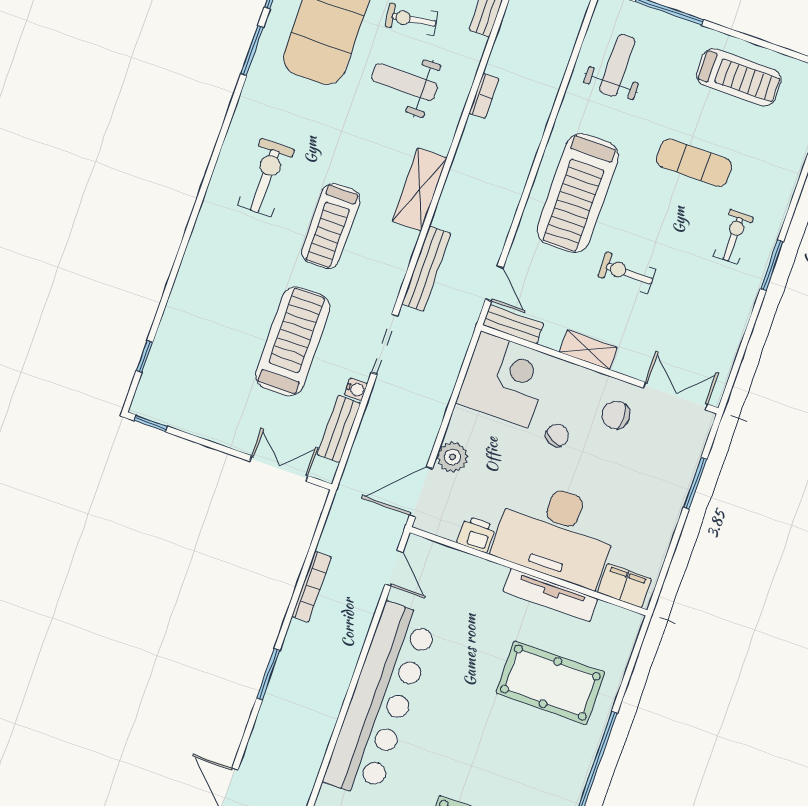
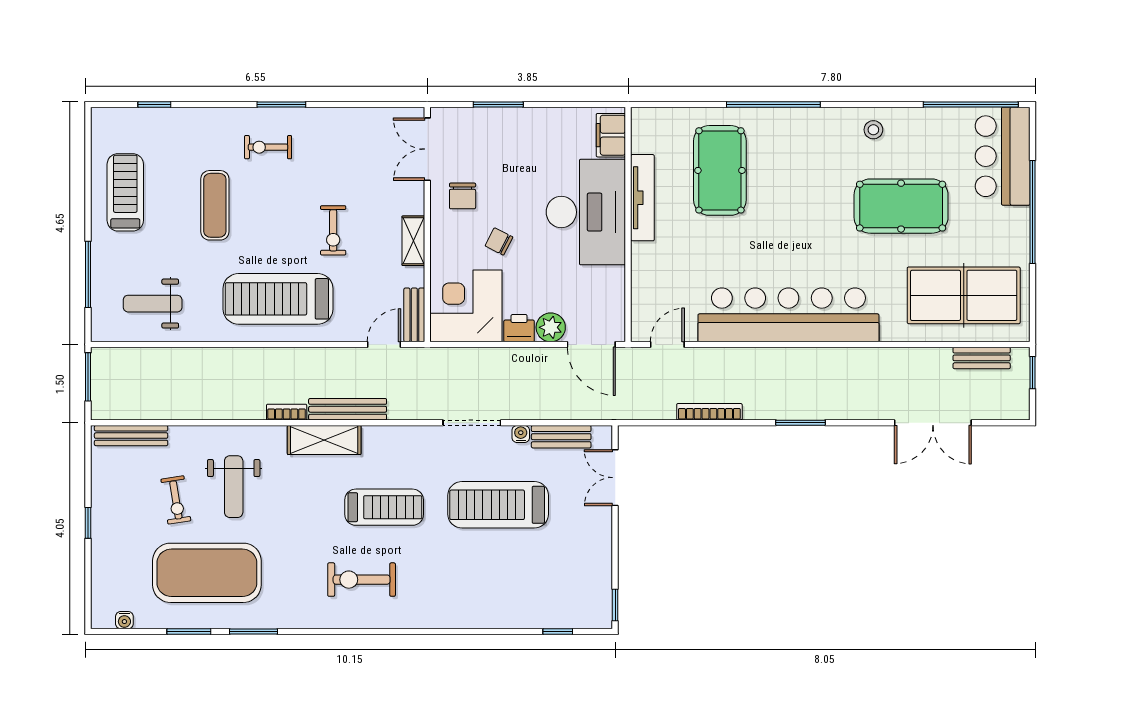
bookcase: (484, 96) -> (287, 412), moved
treadmill: (578, 193) -> (278, 299), turned 180
bench: (426, 269) -> (348, 409), moved
printer: (476, 534) -> (519, 328), moved, turned 90

